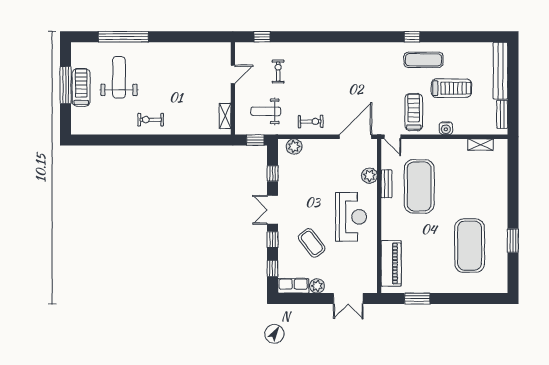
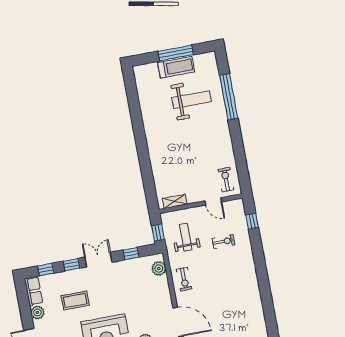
exercise bike: (151, 120) -> (226, 180), moved
coffee table: (312, 243) -> (75, 300), turned 37

